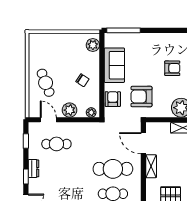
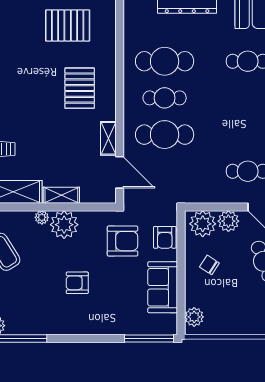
plant: (91, 112) -> (203, 224), width x1.88, depth x1.88

